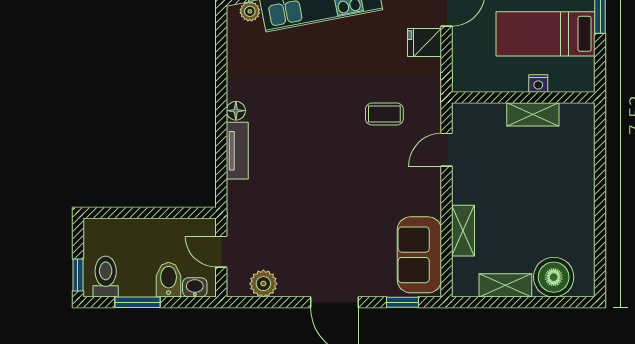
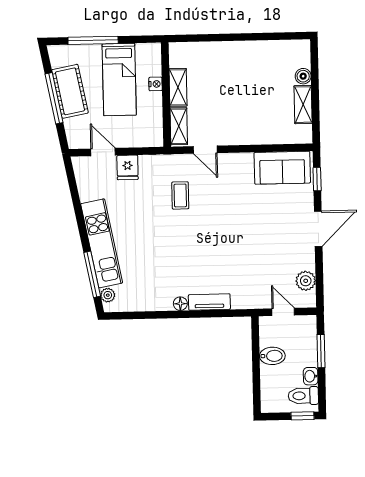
shelving: (463, 231) -> (179, 126), moved, turned 90
door: (221, 252) -> (283, 312), swing flipped
boiler: (554, 277) -> (303, 76), width x0.54, depth x0.54
bidet: (169, 280) -> (272, 356), moved, turned 180
washbasin: (195, 287) -> (311, 376), moved
window: (138, 302) -> (321, 351), moved

